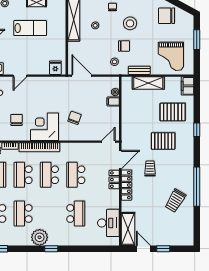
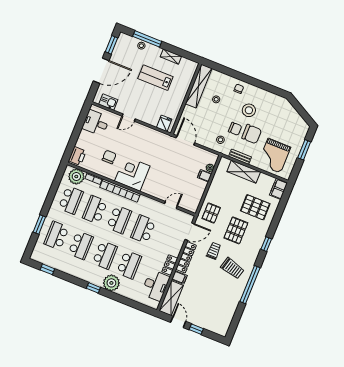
chair: (167, 16) -> (252, 134), moved, turned 180
lab bench: (30, 28) -> (155, 78), turned 180
chair: (75, 118) -> (163, 176), removed
window: (197, 130) -> (266, 244), moved
pallet: (133, 134) -> (211, 213), added
pallet: (163, 141) -> (236, 230), turned 90
door: (108, 142) -> (171, 205), moved
school desk: (49, 175) -> (119, 219), turned 180
locker: (114, 180) -> (170, 265), moved
trolley: (175, 201) -> (232, 268), moved, turned -106
filing cabinet: (128, 207) -> (179, 277), added
school desk: (23, 214) -> (81, 245), turned 180
school desk: (49, 214) -> (105, 255), added
plant: (40, 237) -> (111, 283), moved

